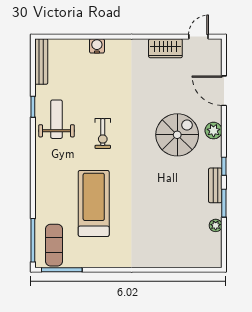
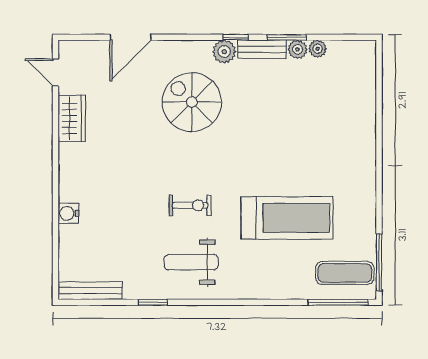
weight bench: (57, 119) -> (191, 262), moved
plant: (214, 131) -> (224, 52), moved
treadmill: (94, 203) -> (287, 218), turned 180
plant: (215, 211) -> (297, 49), added

